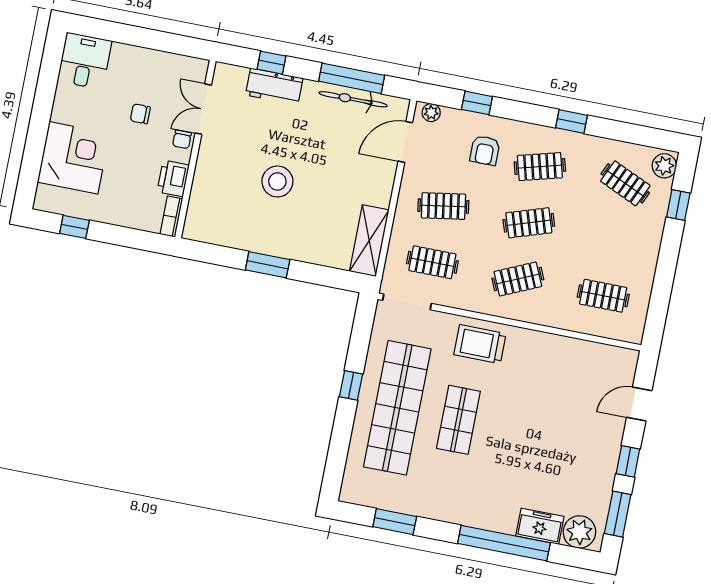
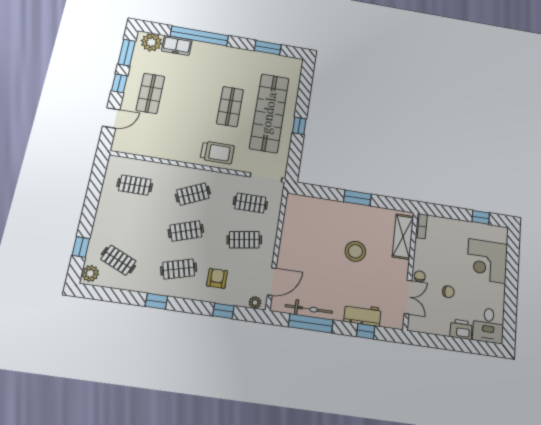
printer: (173, 178) -> (461, 329), moved, turned -90
shelving: (369, 241) -> (403, 237), moved
shop shelf: (581, 444) -> (150, 93), added

